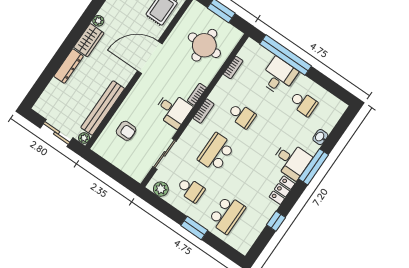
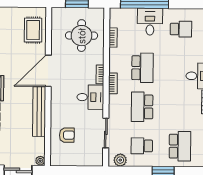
bench: (103, 108) -> (39, 112), moved
school desk: (242, 115) -> (142, 68), width x1.85
school desk: (191, 189) -> (142, 146), turned 180

